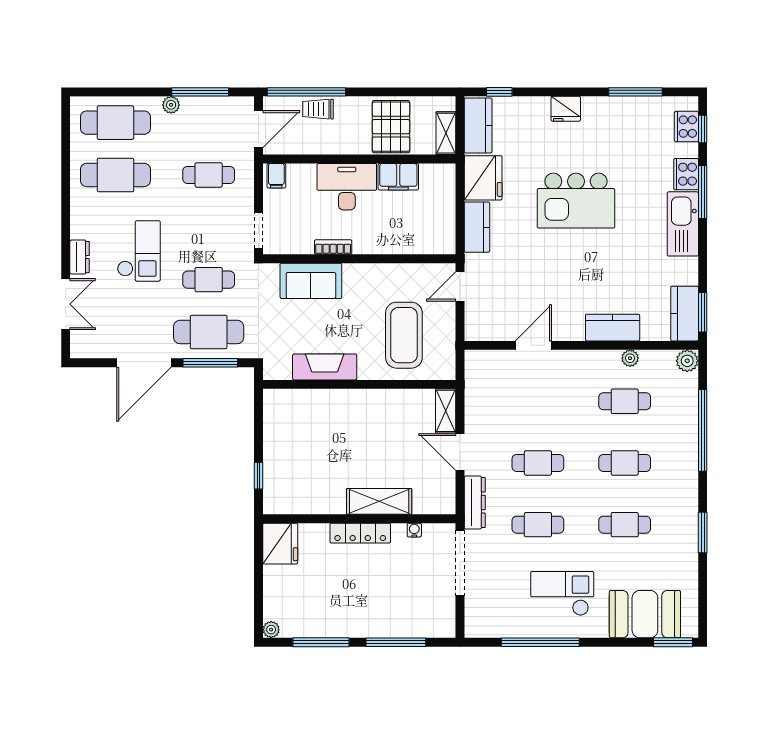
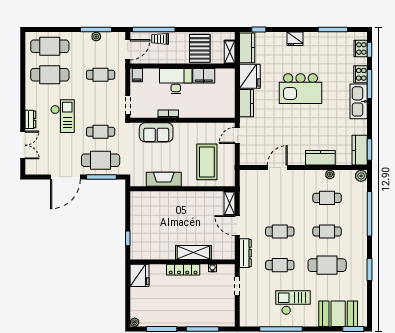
plant: (171, 105) -> (96, 37), moved
cafe table: (625, 525) -> (327, 265), width x1.37, depth x1.35
doorway: (460, 563) -> (237, 286), width x0.53

